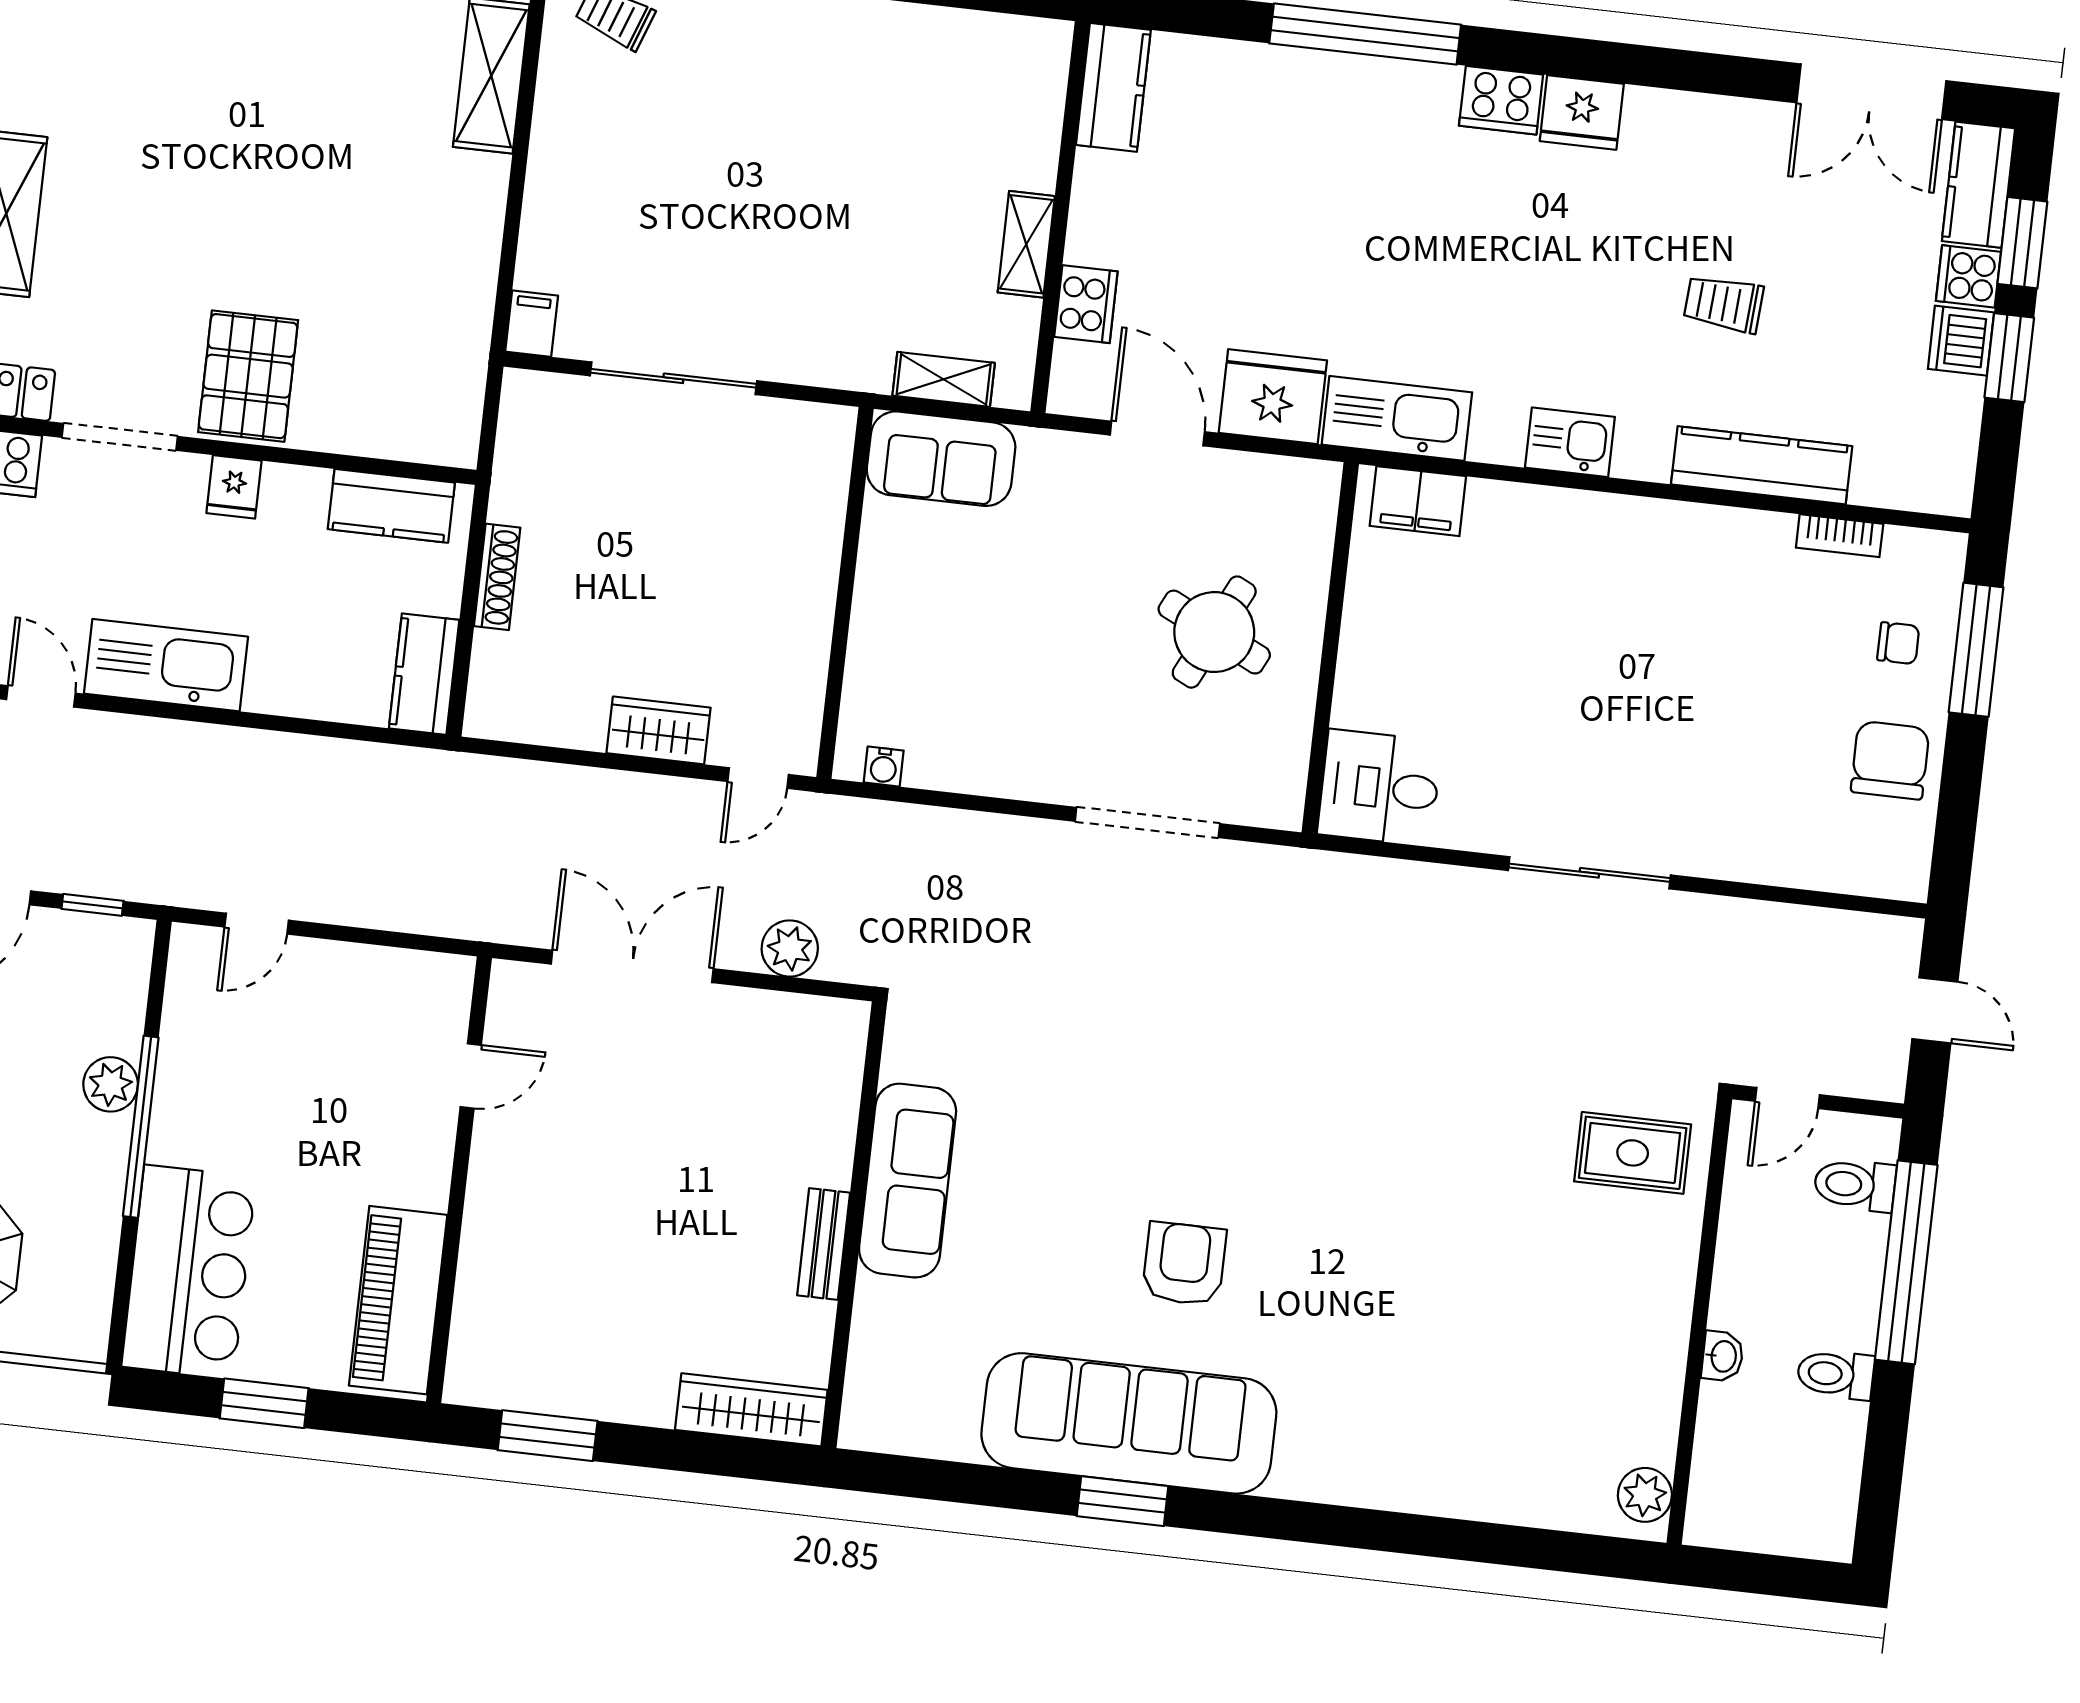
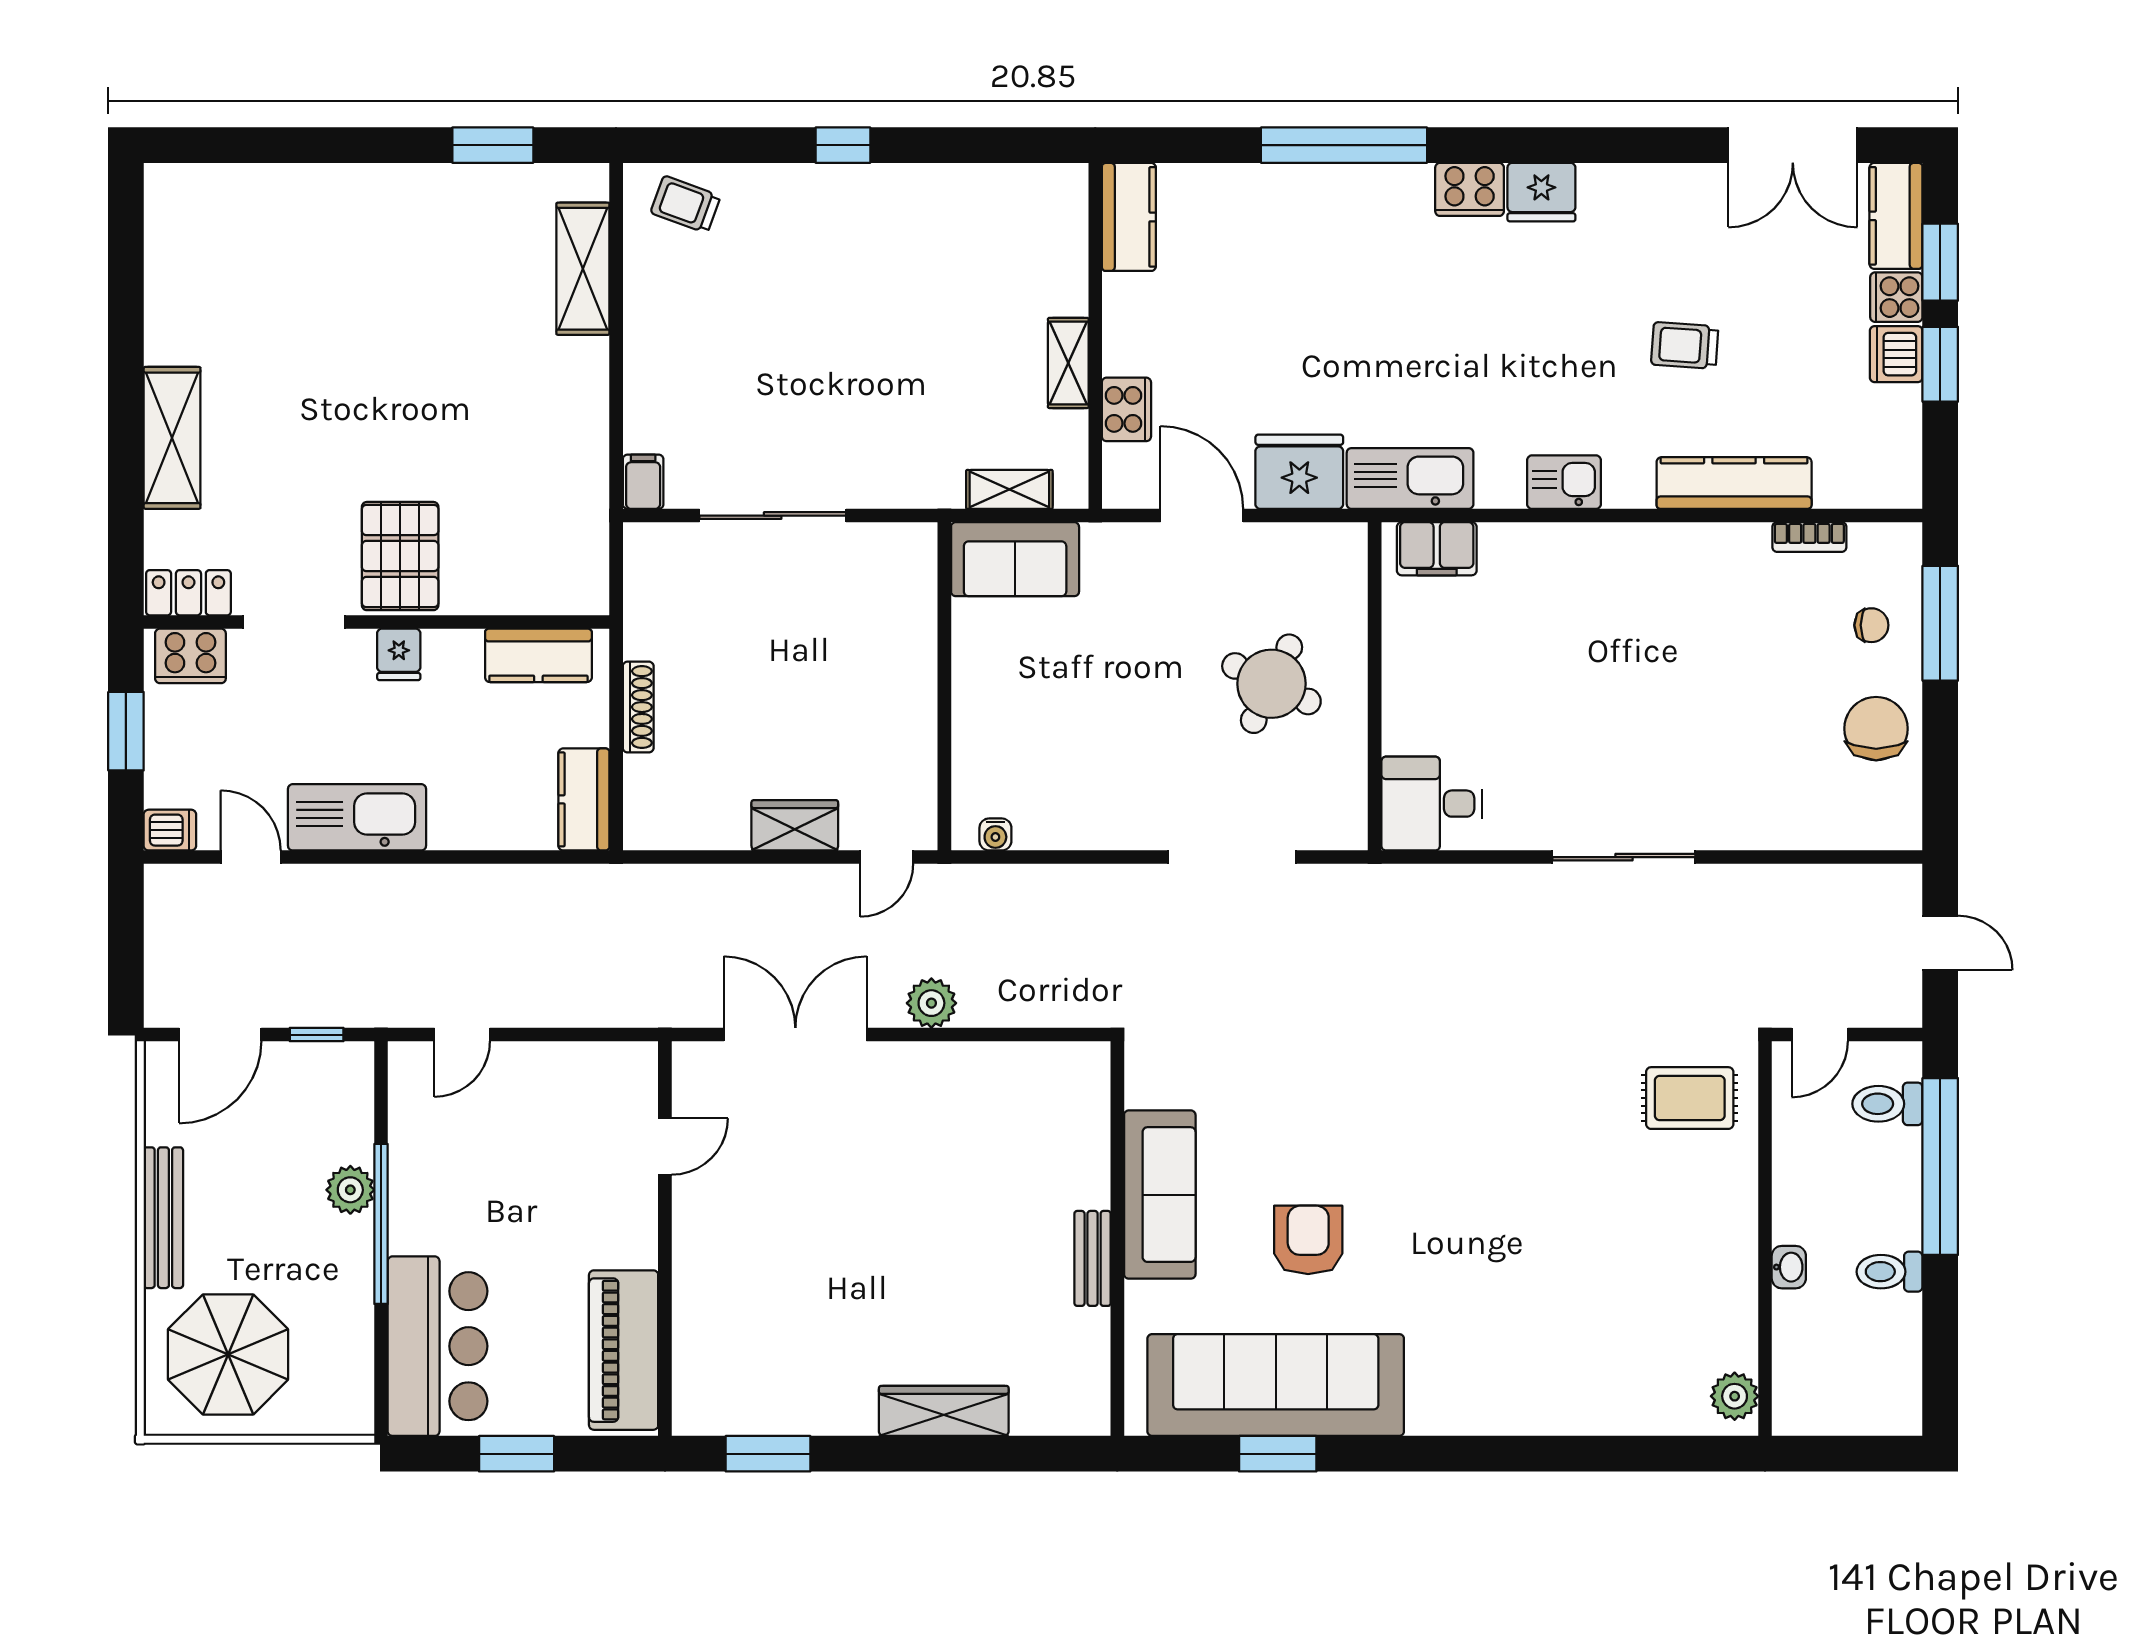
sofa: (908, 1181) -> (1160, 1195), moved
wall: (854, 1225) -> (1117, 1239), moved
bench: (824, 1244) -> (1093, 1258), moved

